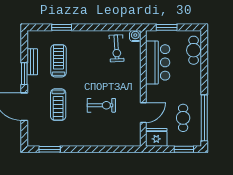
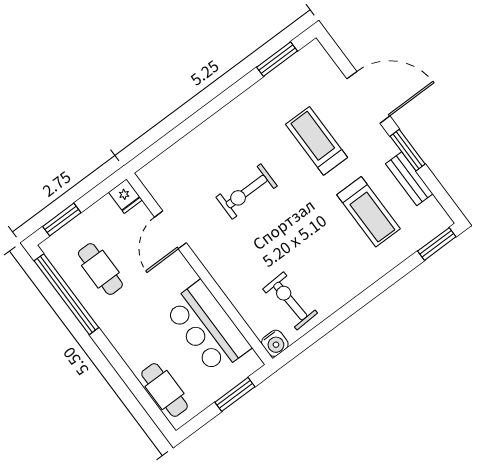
window: (62, 27) -> (437, 244), moved
fridge: (156, 137) -> (125, 196), width x0.53, depth x0.75

